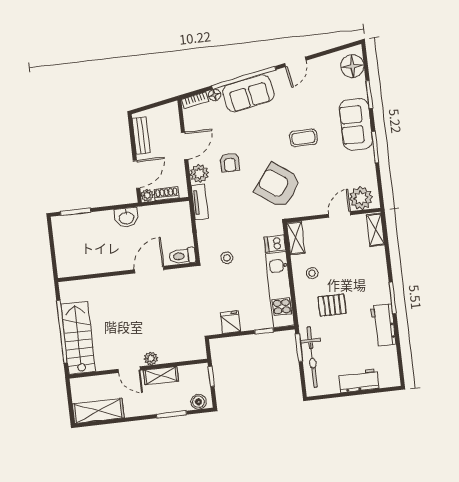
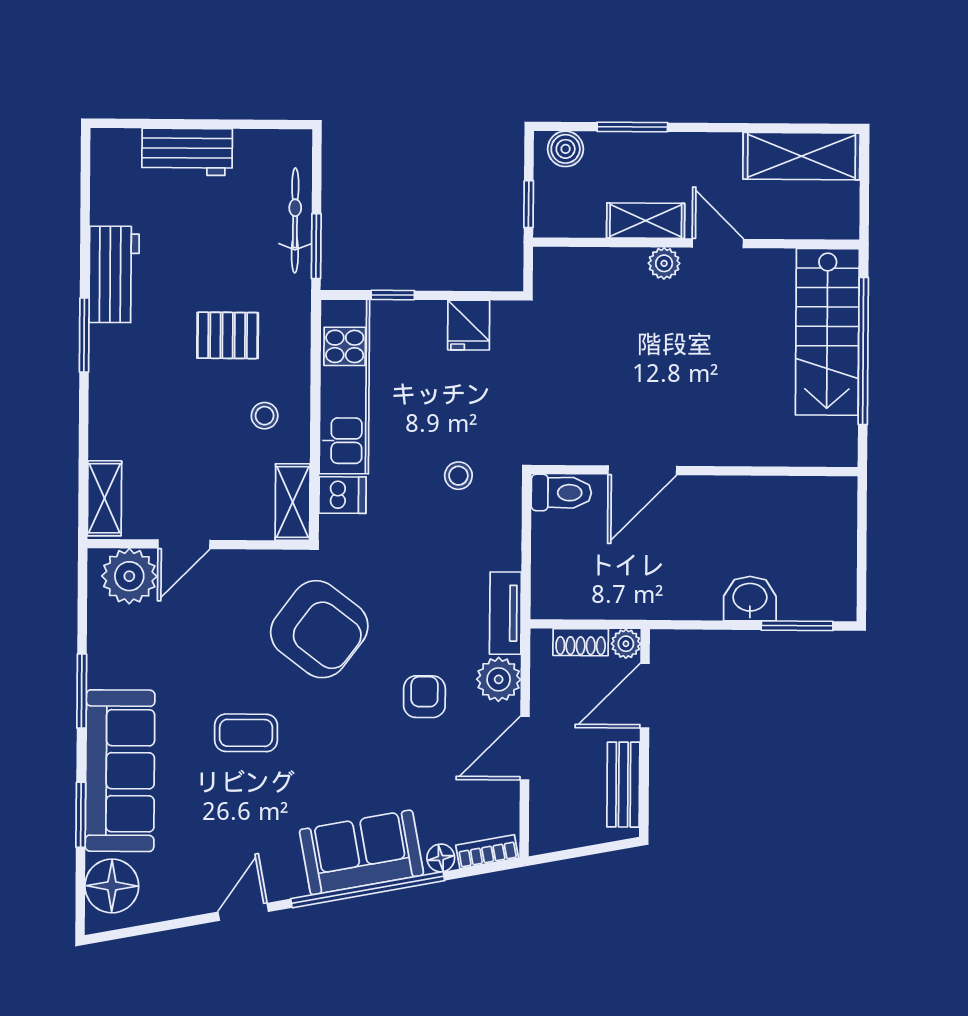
sofa: (356, 124) -> (120, 771), width x1.36
washbasin: (126, 218) -> (750, 599), moved
bicycle: (312, 357) -> (295, 220), width x0.73, depth x0.71

